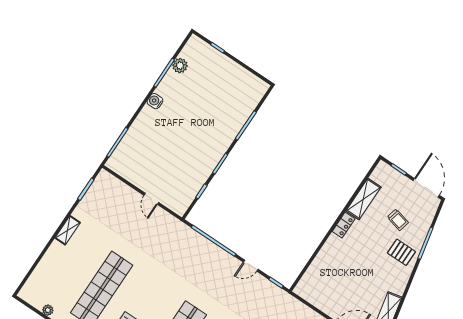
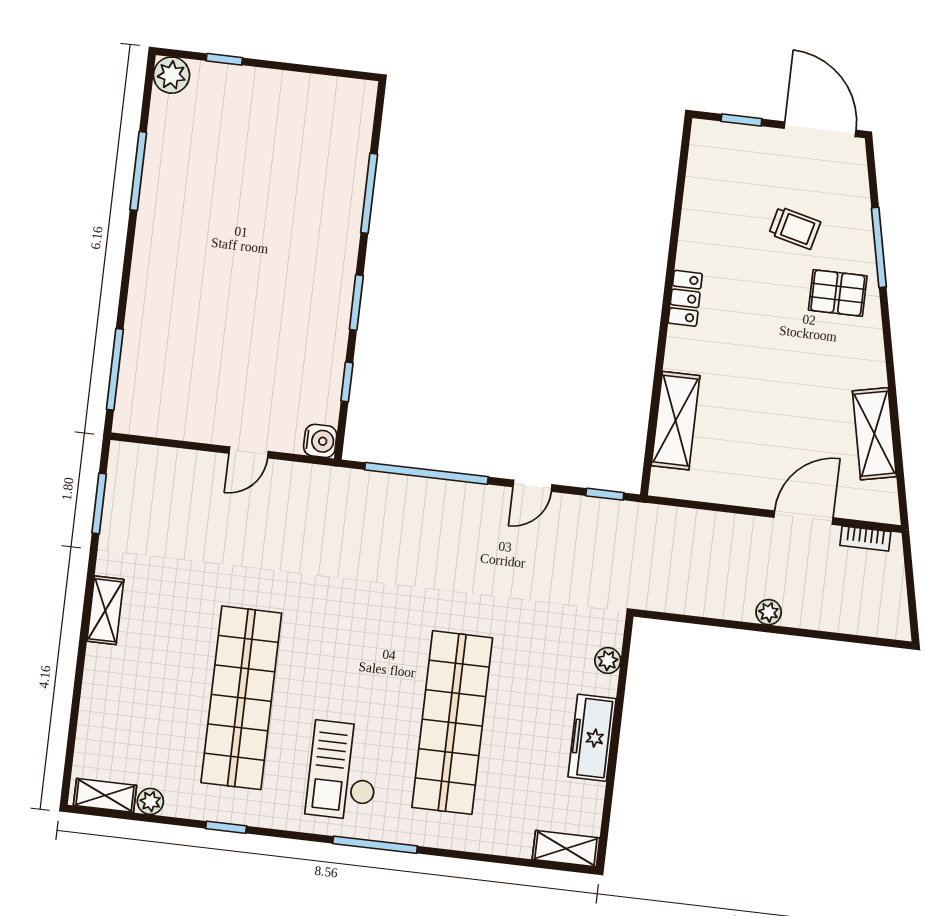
plant: (180, 66) -> (171, 75), moved
water cooler: (155, 101) -> (320, 441), moved, turned 180
door: (151, 199) -> (249, 452), hinge flipped
shelving: (363, 199) -> (676, 421), moved
shelving: (32, 299) -> (105, 795), added

